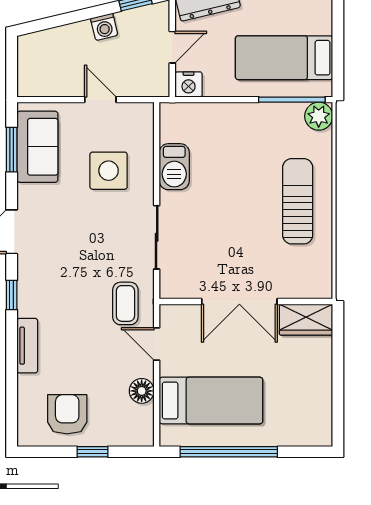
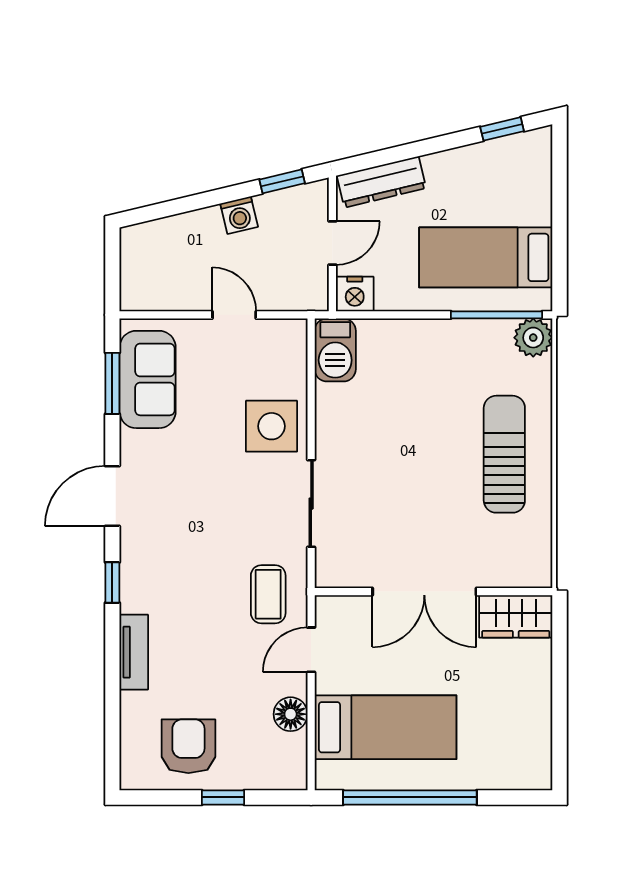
barbecue: (174, 167) -> (335, 350), moved
side table: (109, 171) -> (271, 426), moved
door: (157, 344) -> (311, 650), hinge flipped

